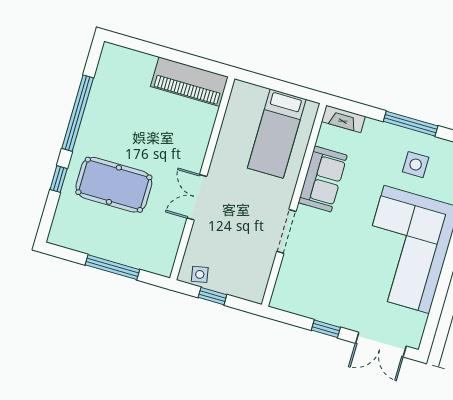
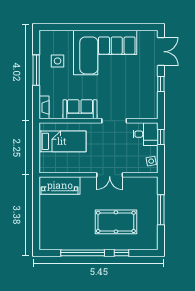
piano: (189, 82) -> (60, 185), moved, turned 90
pool table: (114, 185) -> (116, 222), turned 90
desk: (248, 278) -> (146, 134), added
window: (212, 296) -> (161, 137), moved

